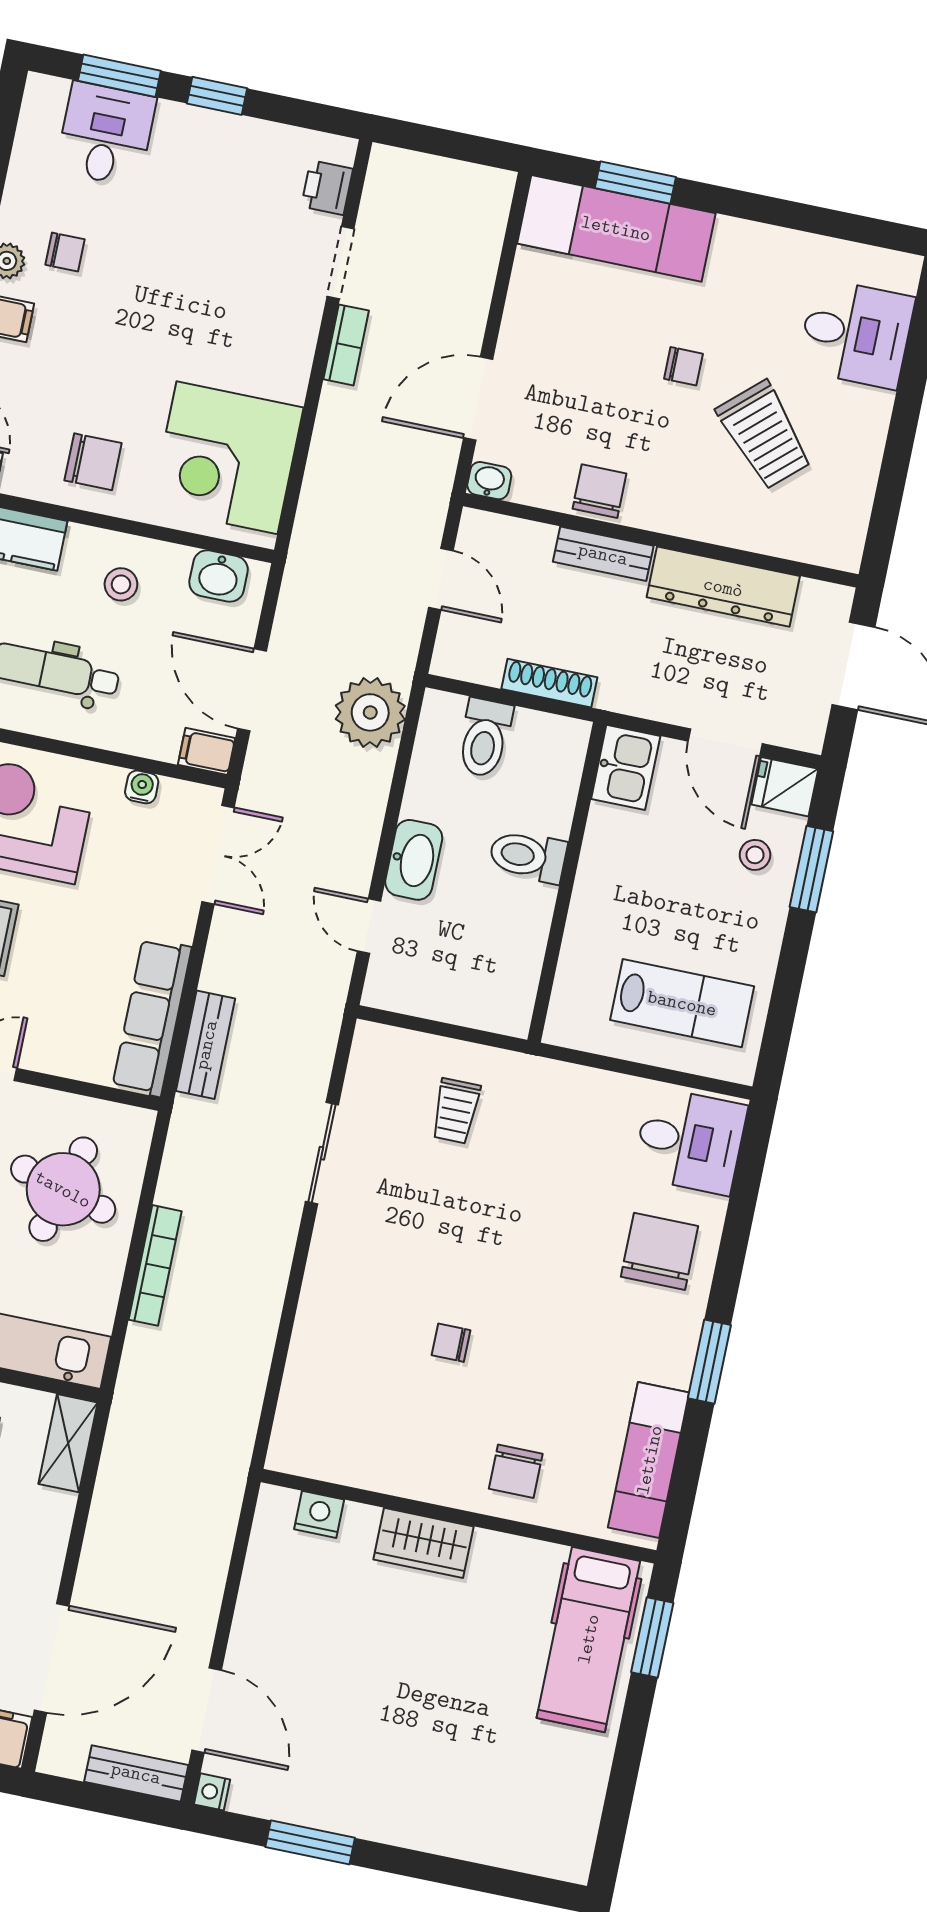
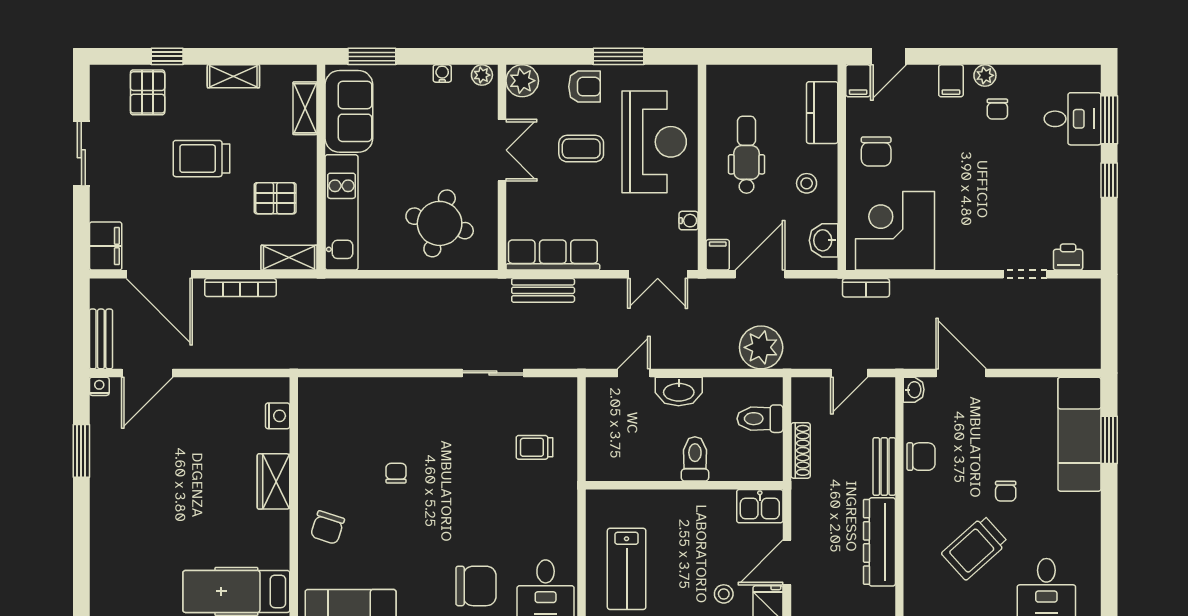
bookcase: (346, 345) -> (866, 288), moved
bookcase: (155, 1265) -> (240, 288), moved
chair: (516, 1471) -> (327, 527), turned -72

